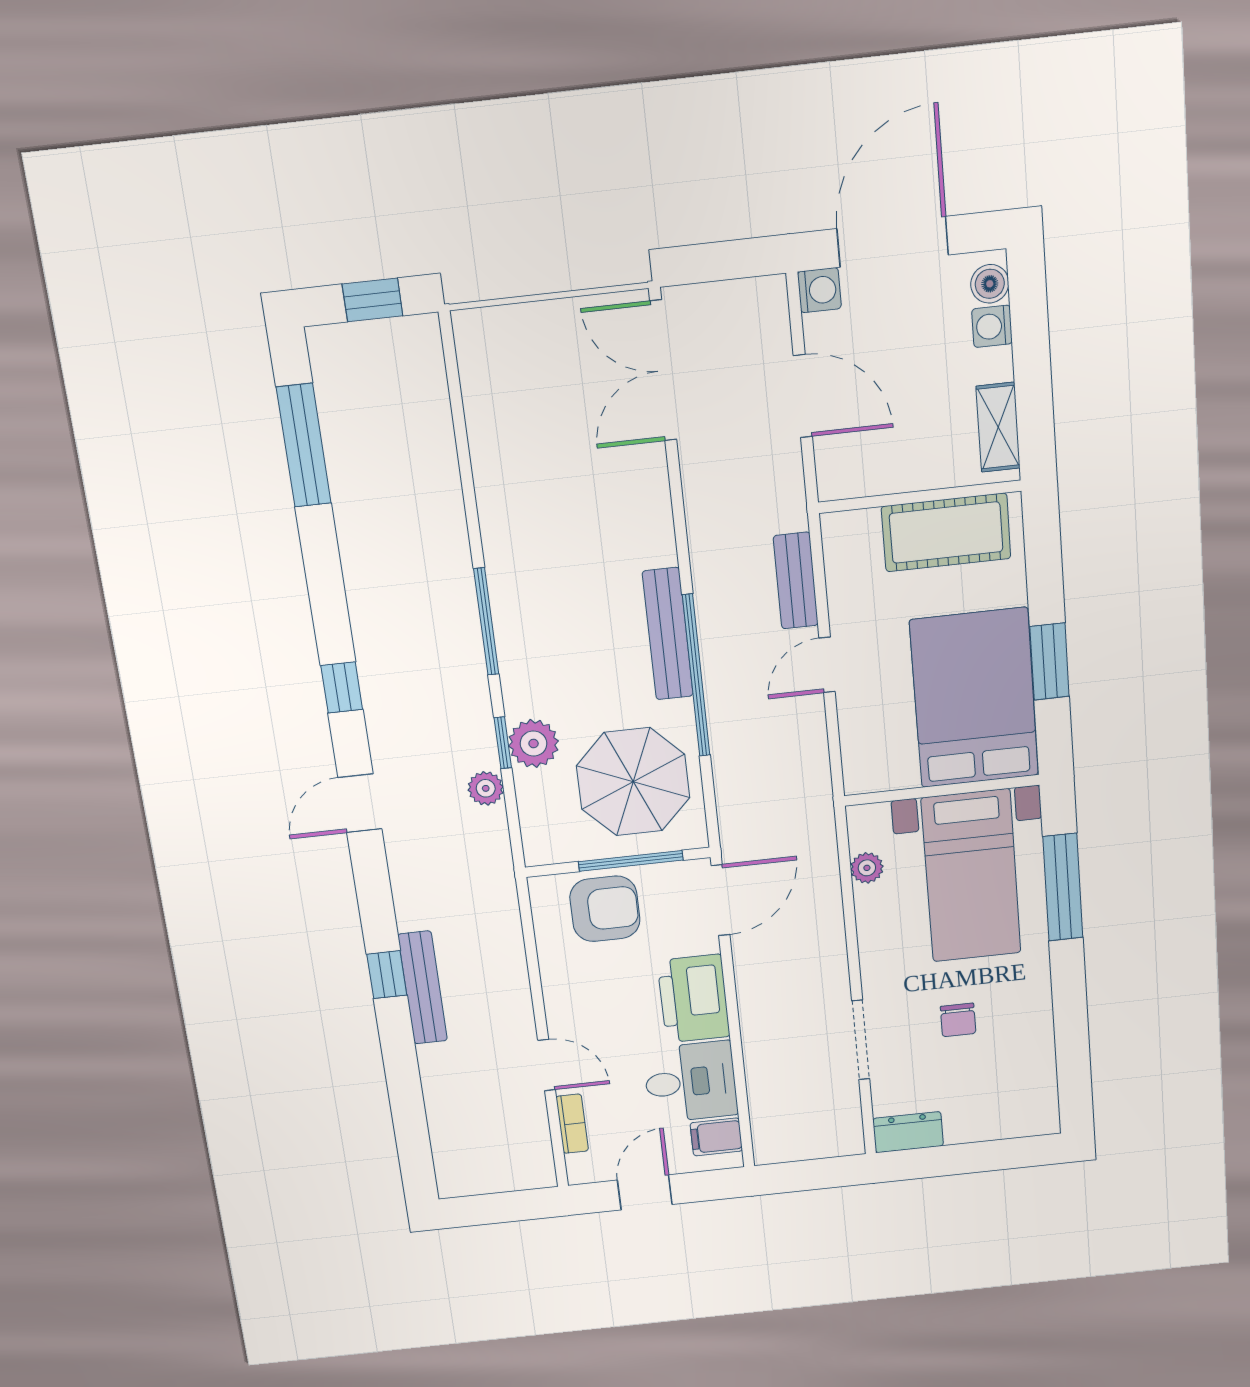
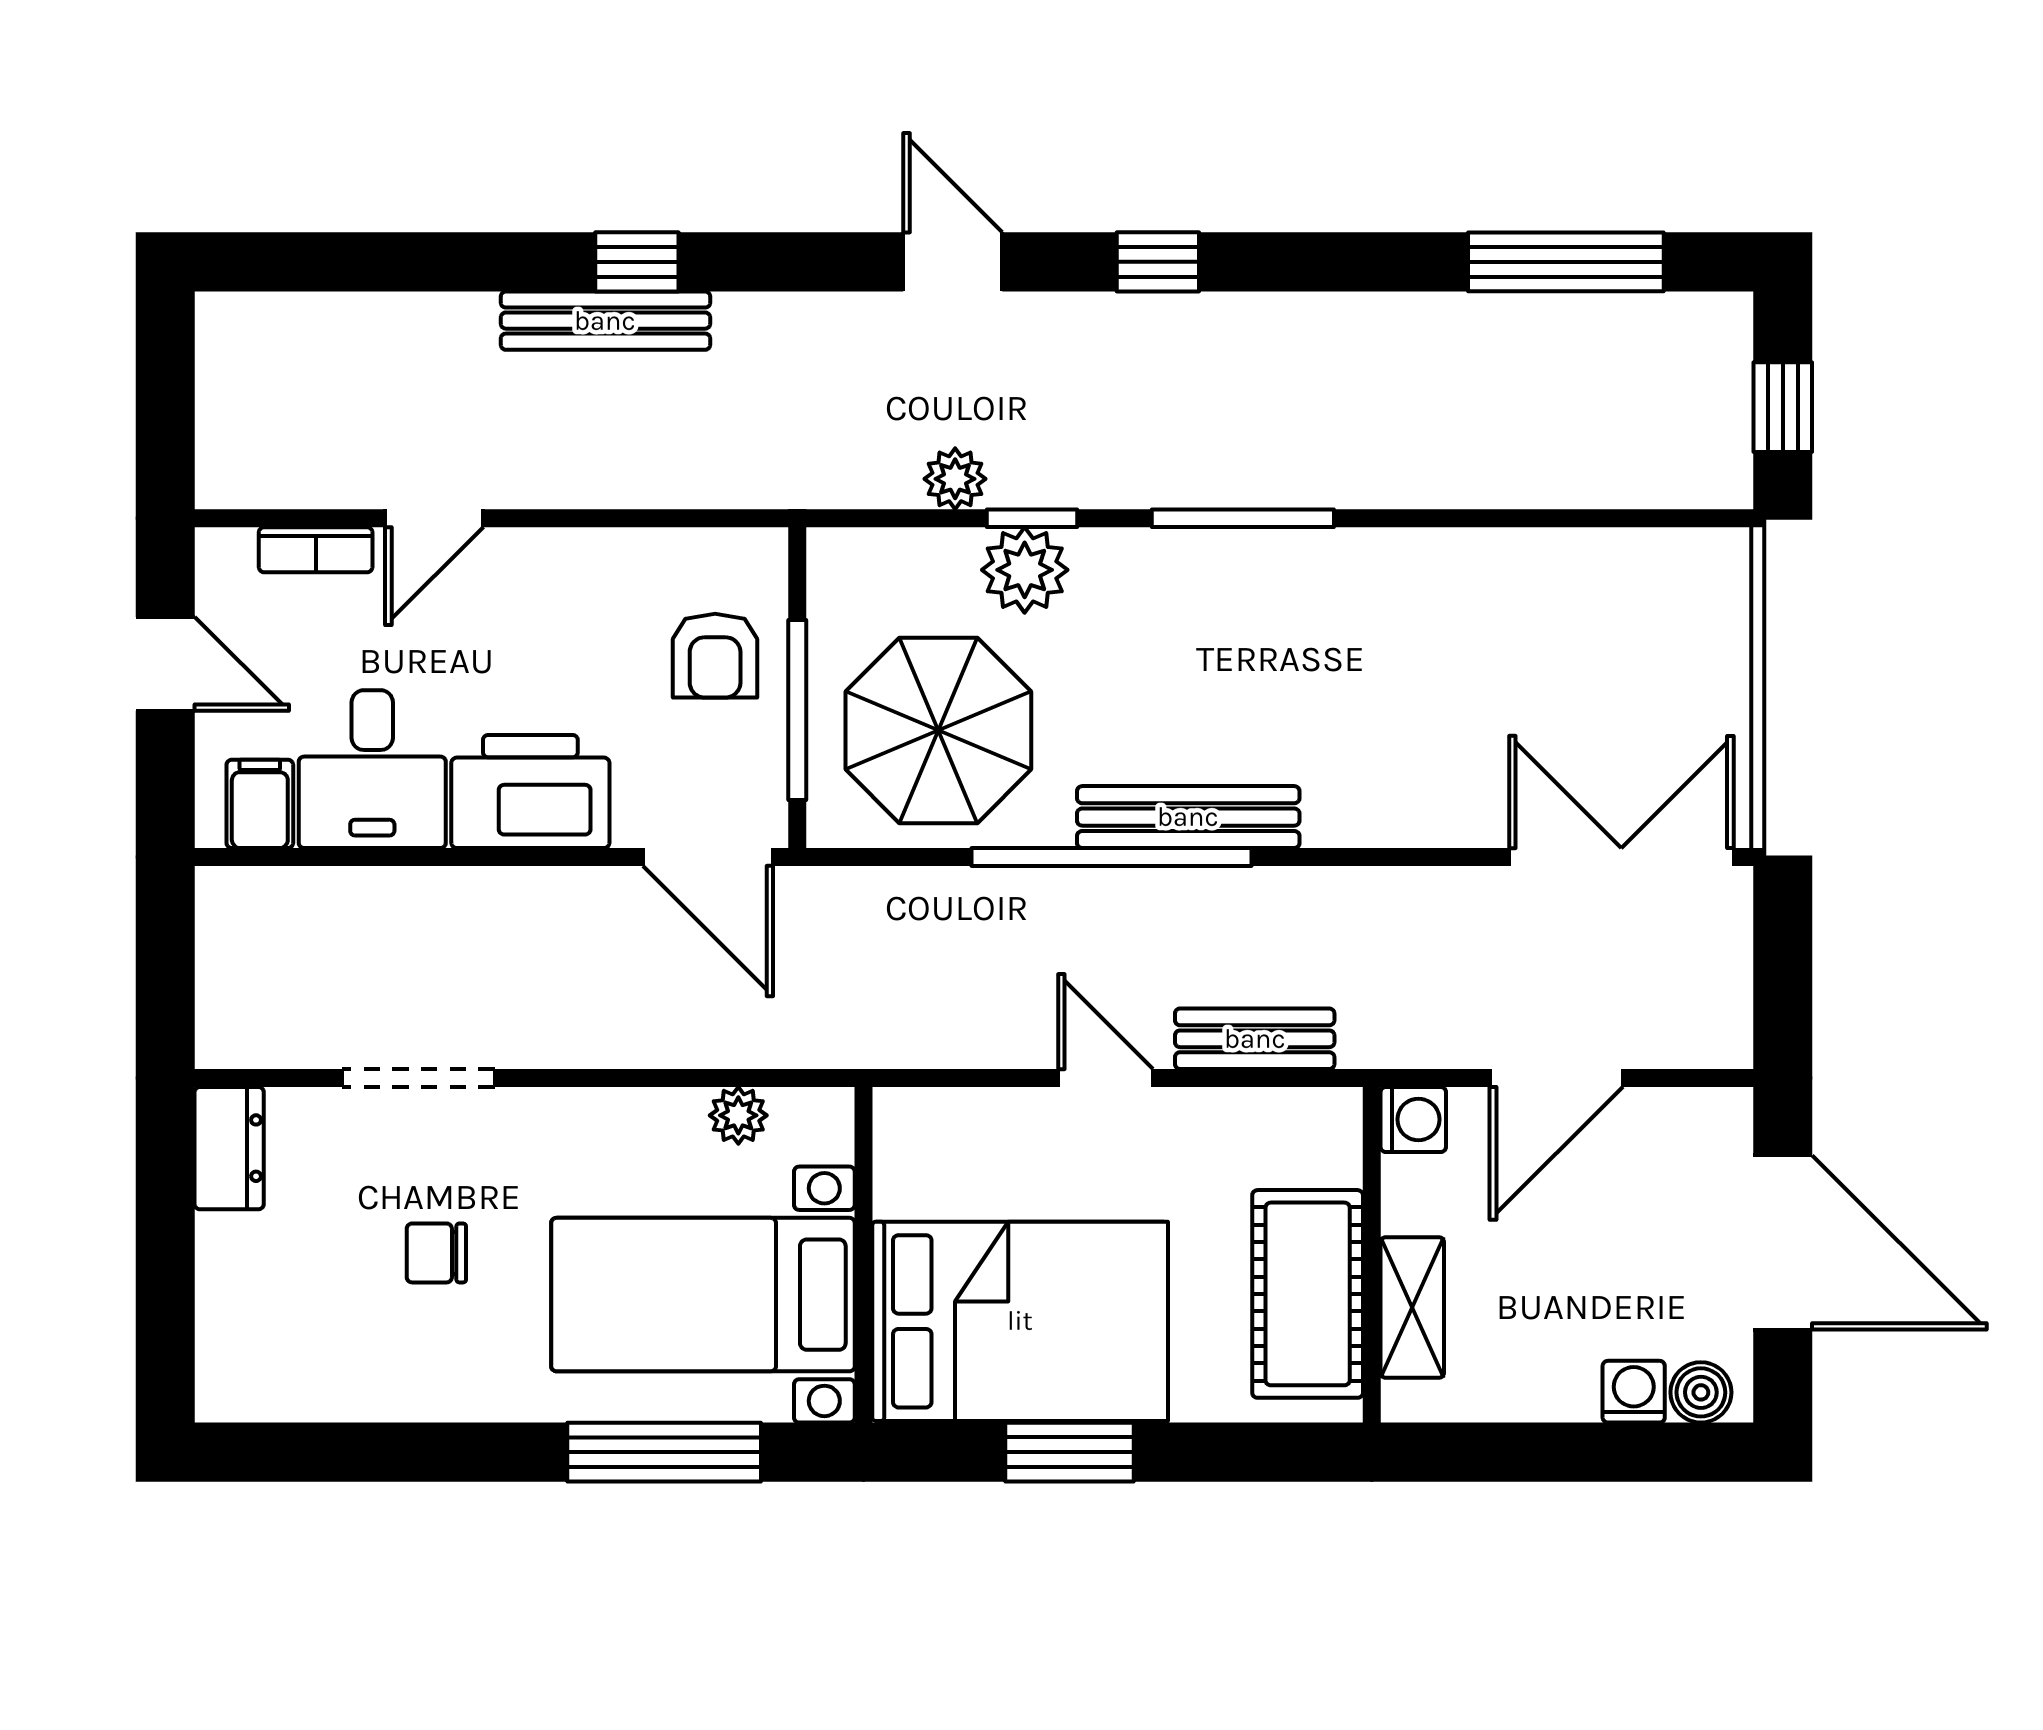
washing machine: (819, 290) -> (1413, 1119), moved, turned -90
shelving: (998, 427) -> (1412, 1307), moved, turned 90
armchair: (605, 909) -> (715, 656), width x0.72, depth x0.72

